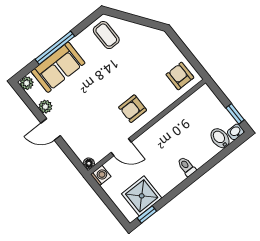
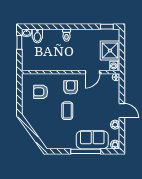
coffee table: (106, 35) -> (67, 111), moved
armchair: (180, 76) -> (41, 92), moved, turned 90
armchair: (133, 109) -> (71, 87), turned -90
door: (121, 147) -> (92, 72), swing flipped
shower: (142, 196) -> (110, 51), moved

